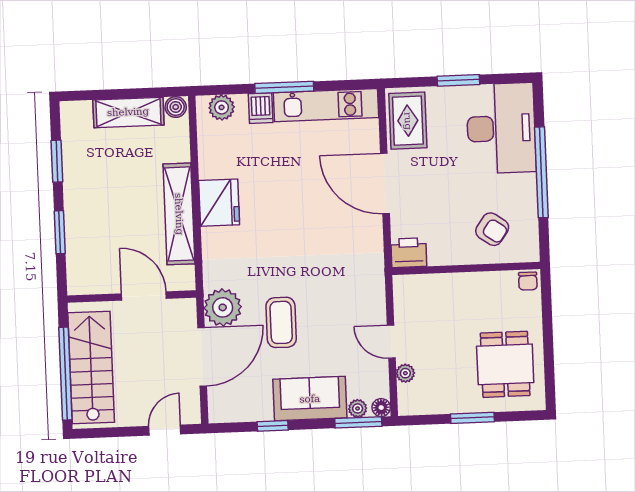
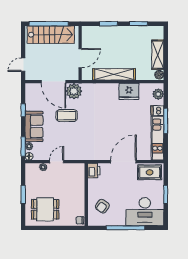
fridge: (219, 203) -> (129, 91), moved
door: (165, 430) -> (23, 65), swing flipped

